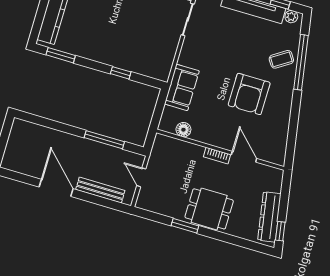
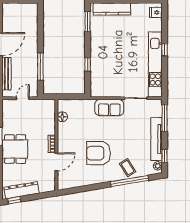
sofa: (182, 87) -> (109, 108), moved

